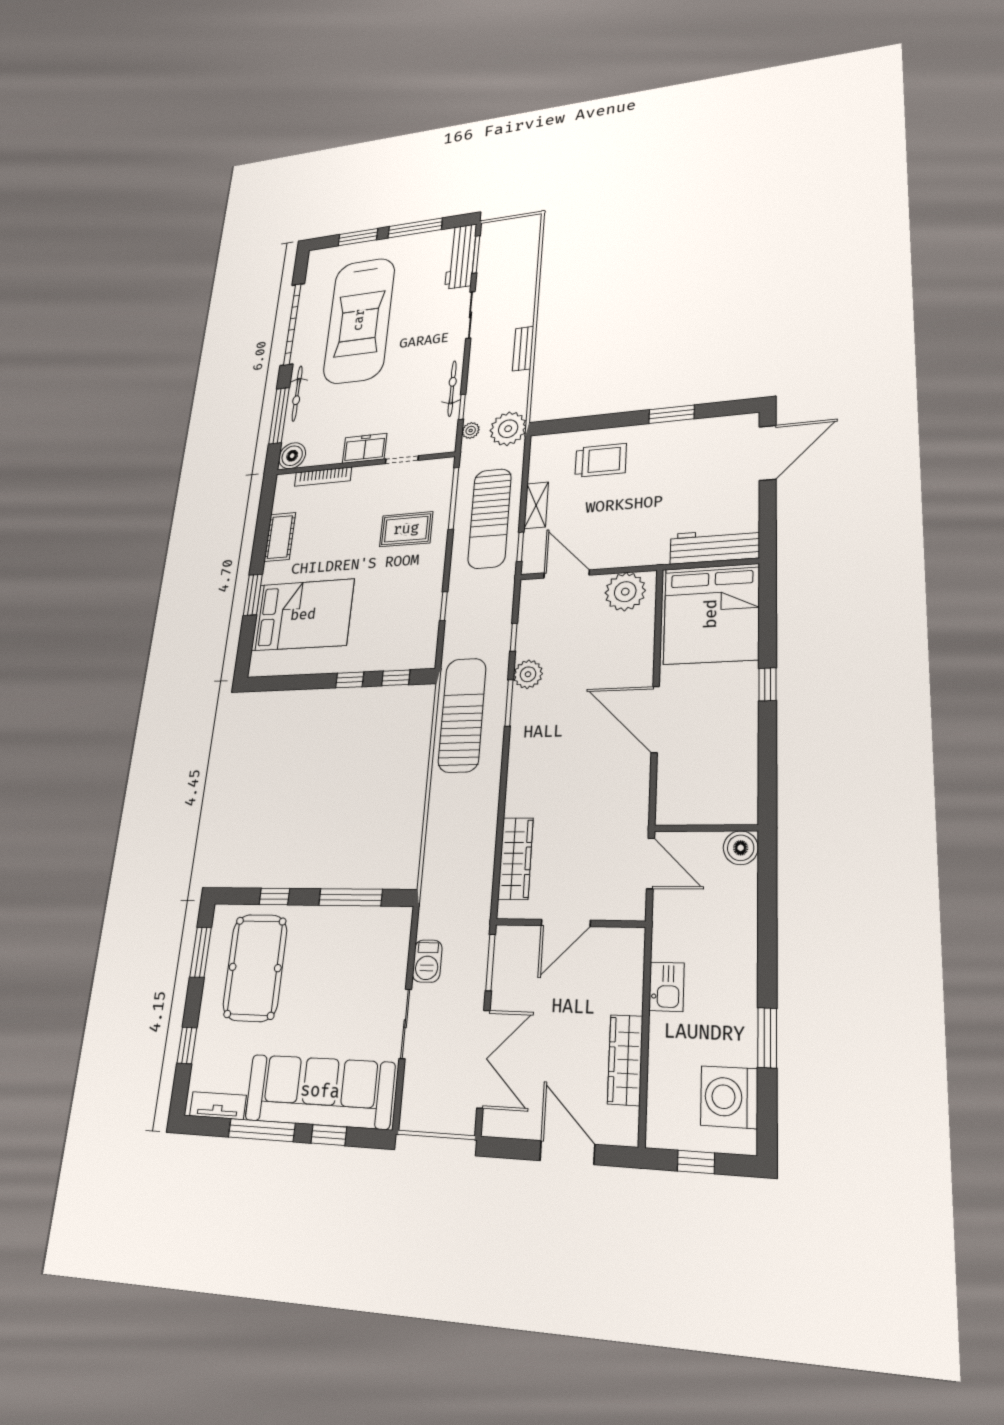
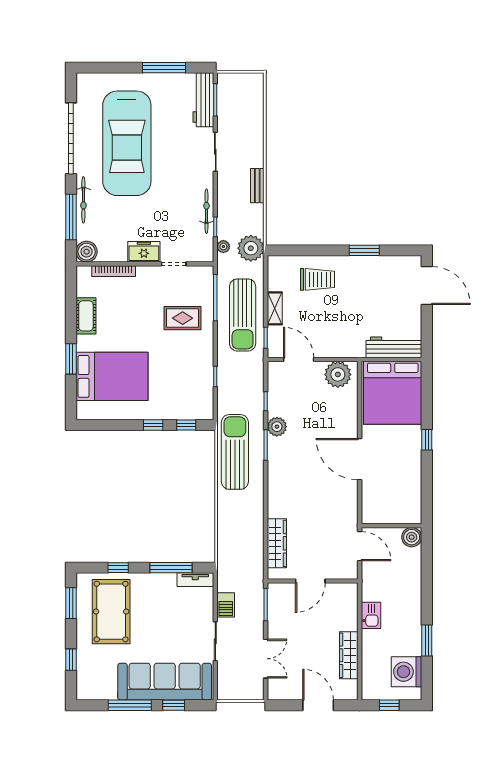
window: (358, 237) -> (117, 68), removed
door: (768, 453) -> (427, 286), hinge flipped
double door: (483, 1059) -> (266, 659), width x0.73
tv unit: (218, 1106) -> (195, 580), moved, turned 180

